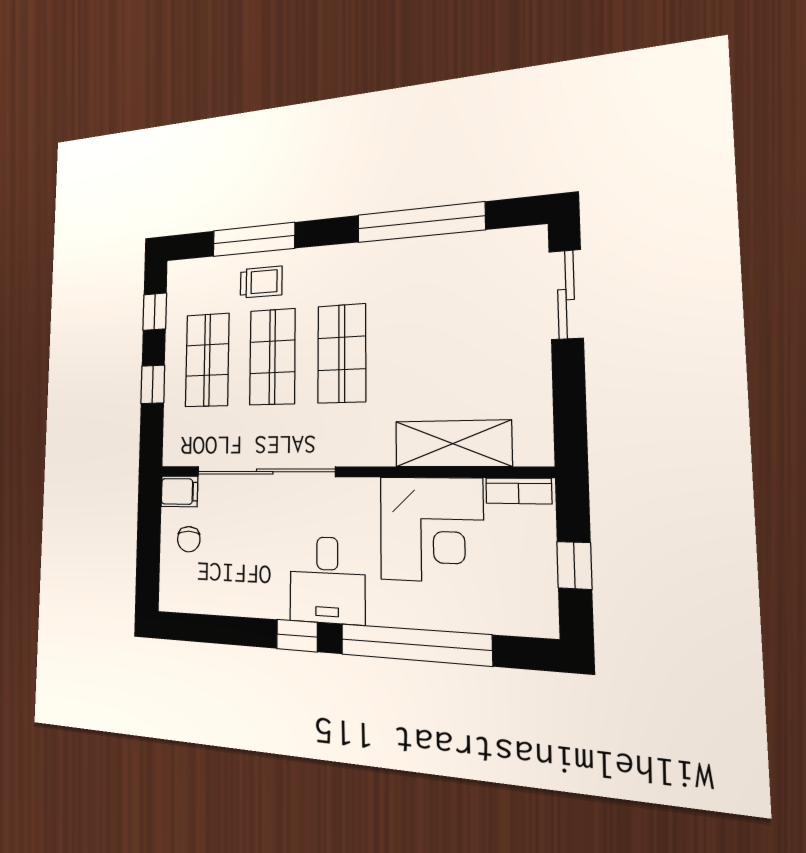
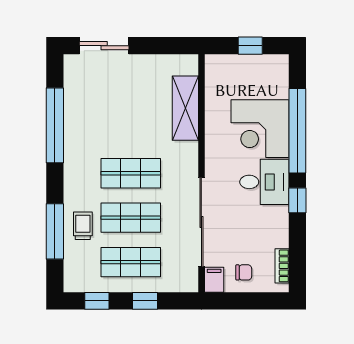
bookcase: (519, 491) -> (282, 266), moved, turned 180
corner desk: (431, 529) -> (260, 129), moved, turned 180

